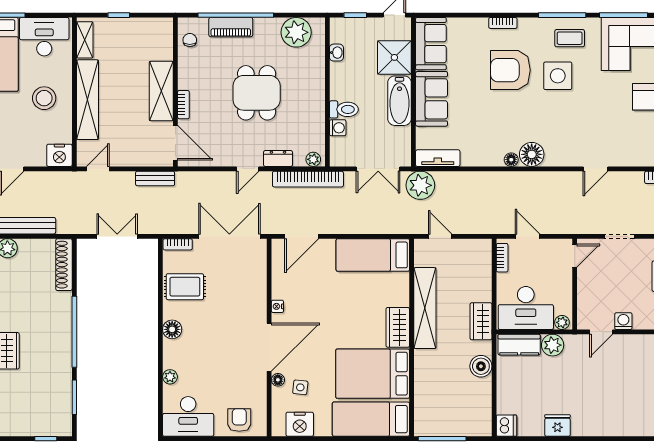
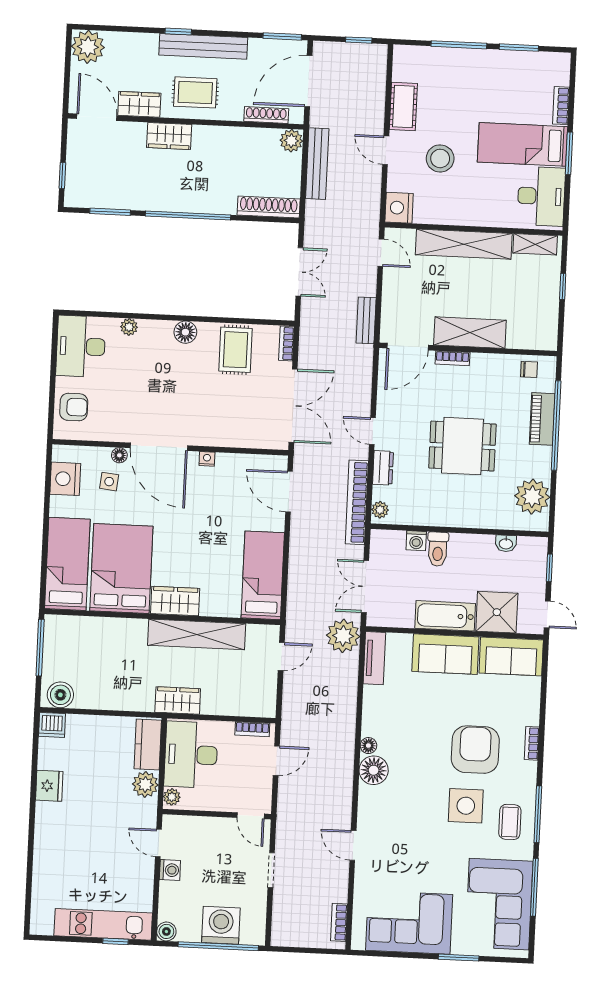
stool: (44, 98) -> (440, 158), moved
boiler: (481, 366) -> (60, 695), moved

